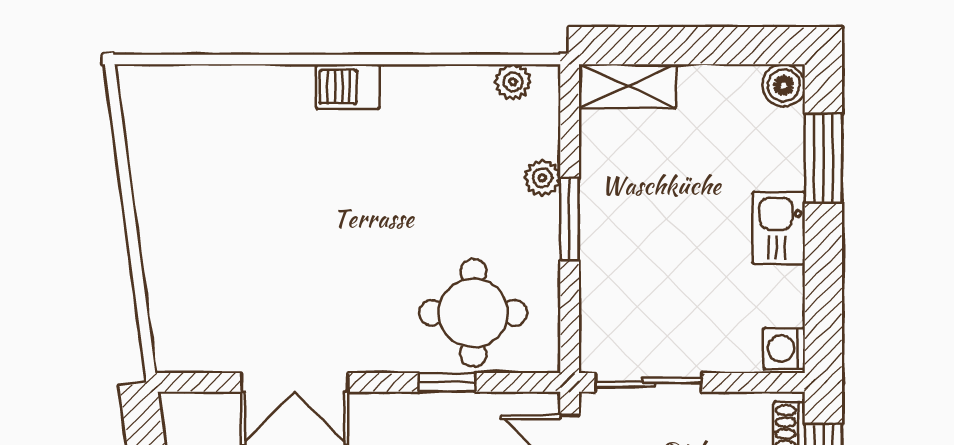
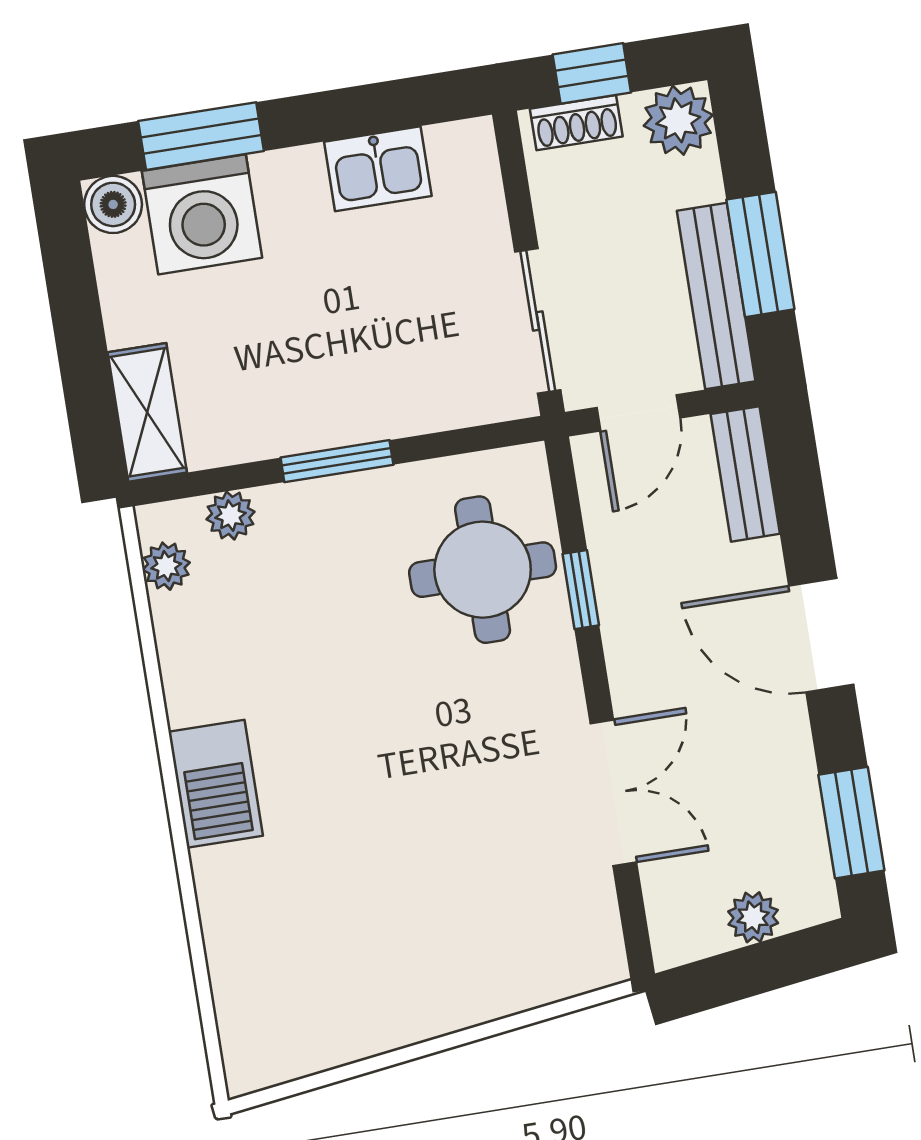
barbecue: (348, 87) -> (216, 784), width x1.38, depth x1.27
plant: (542, 178) -> (231, 515), moved
kitchen sink: (779, 228) -> (378, 169), moved
washing machine: (784, 349) -> (202, 214), moved, width x1.89, depth x1.89

